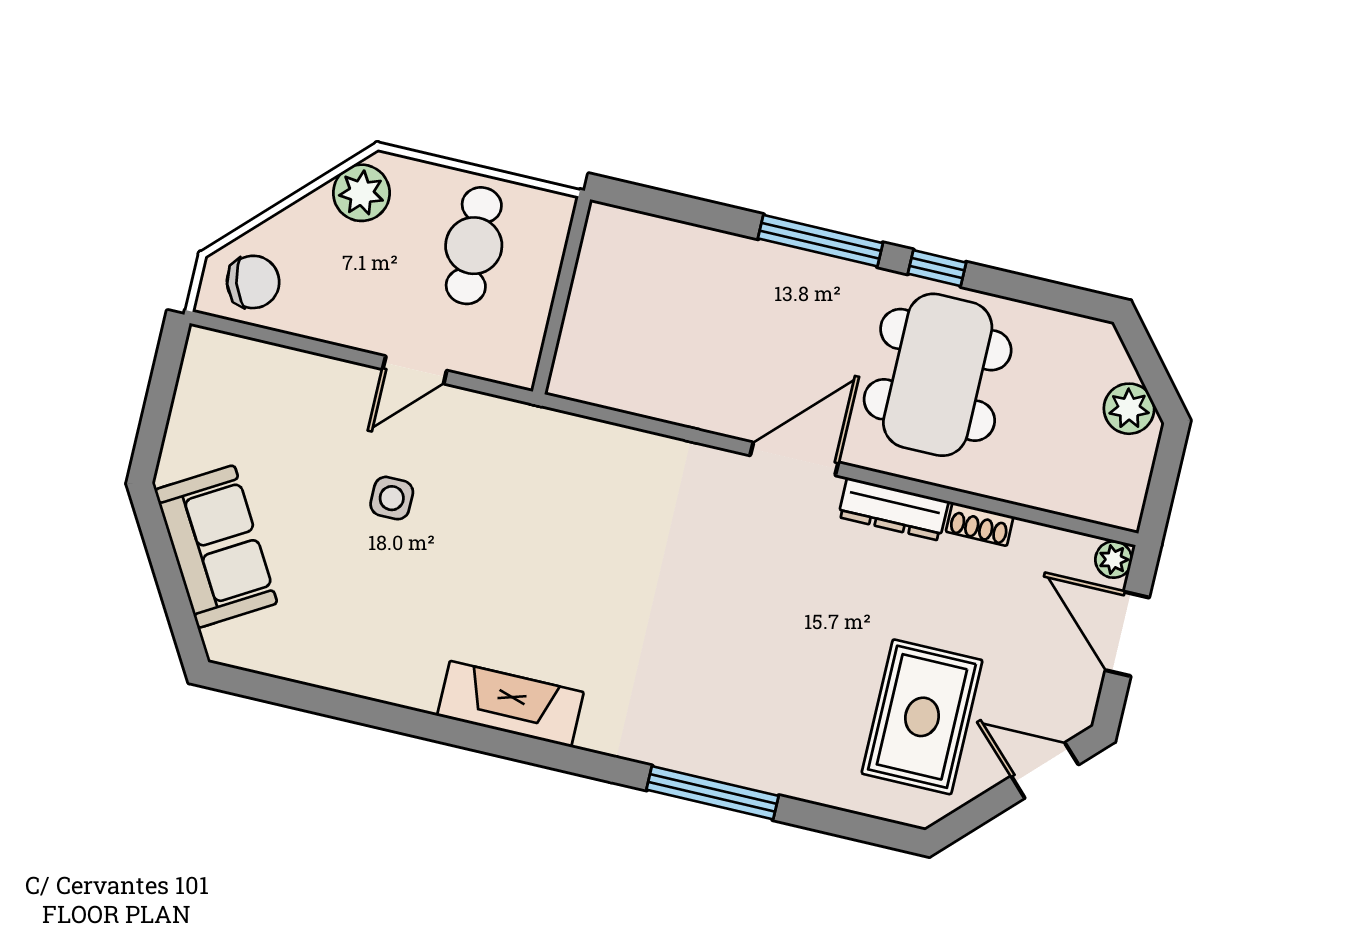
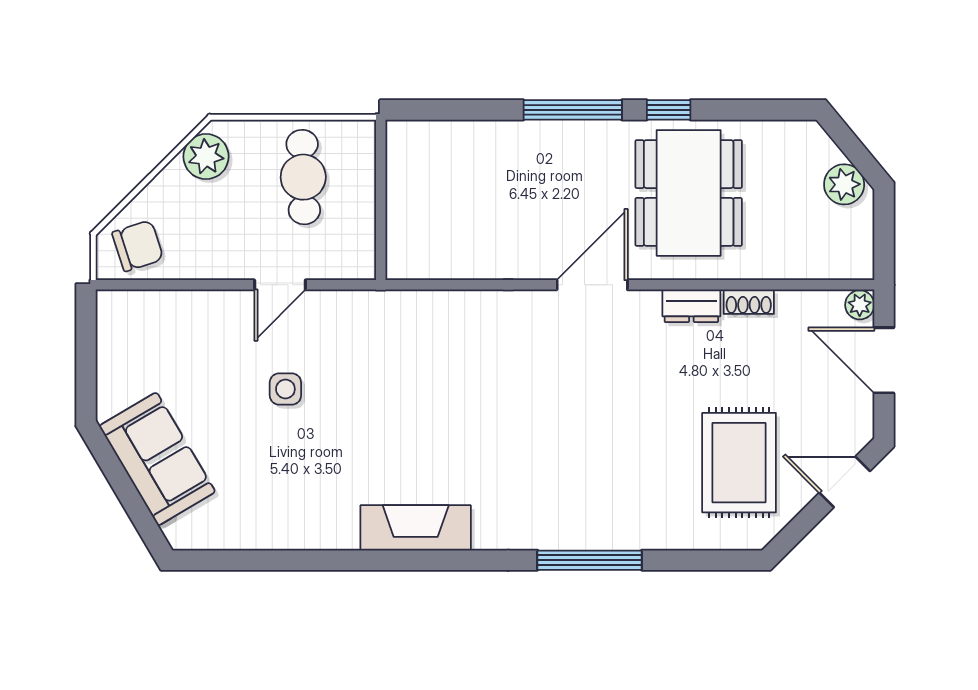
dresser: (893, 509) -> (691, 306), width x0.70

